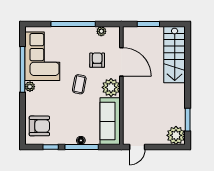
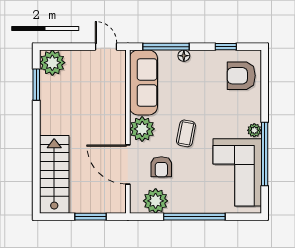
plant: (101, 31) -> (156, 201), width x1.87, depth x1.87
window: (82, 147) -> (166, 47), moved
door: (137, 147) -> (106, 47), hinge flipped

